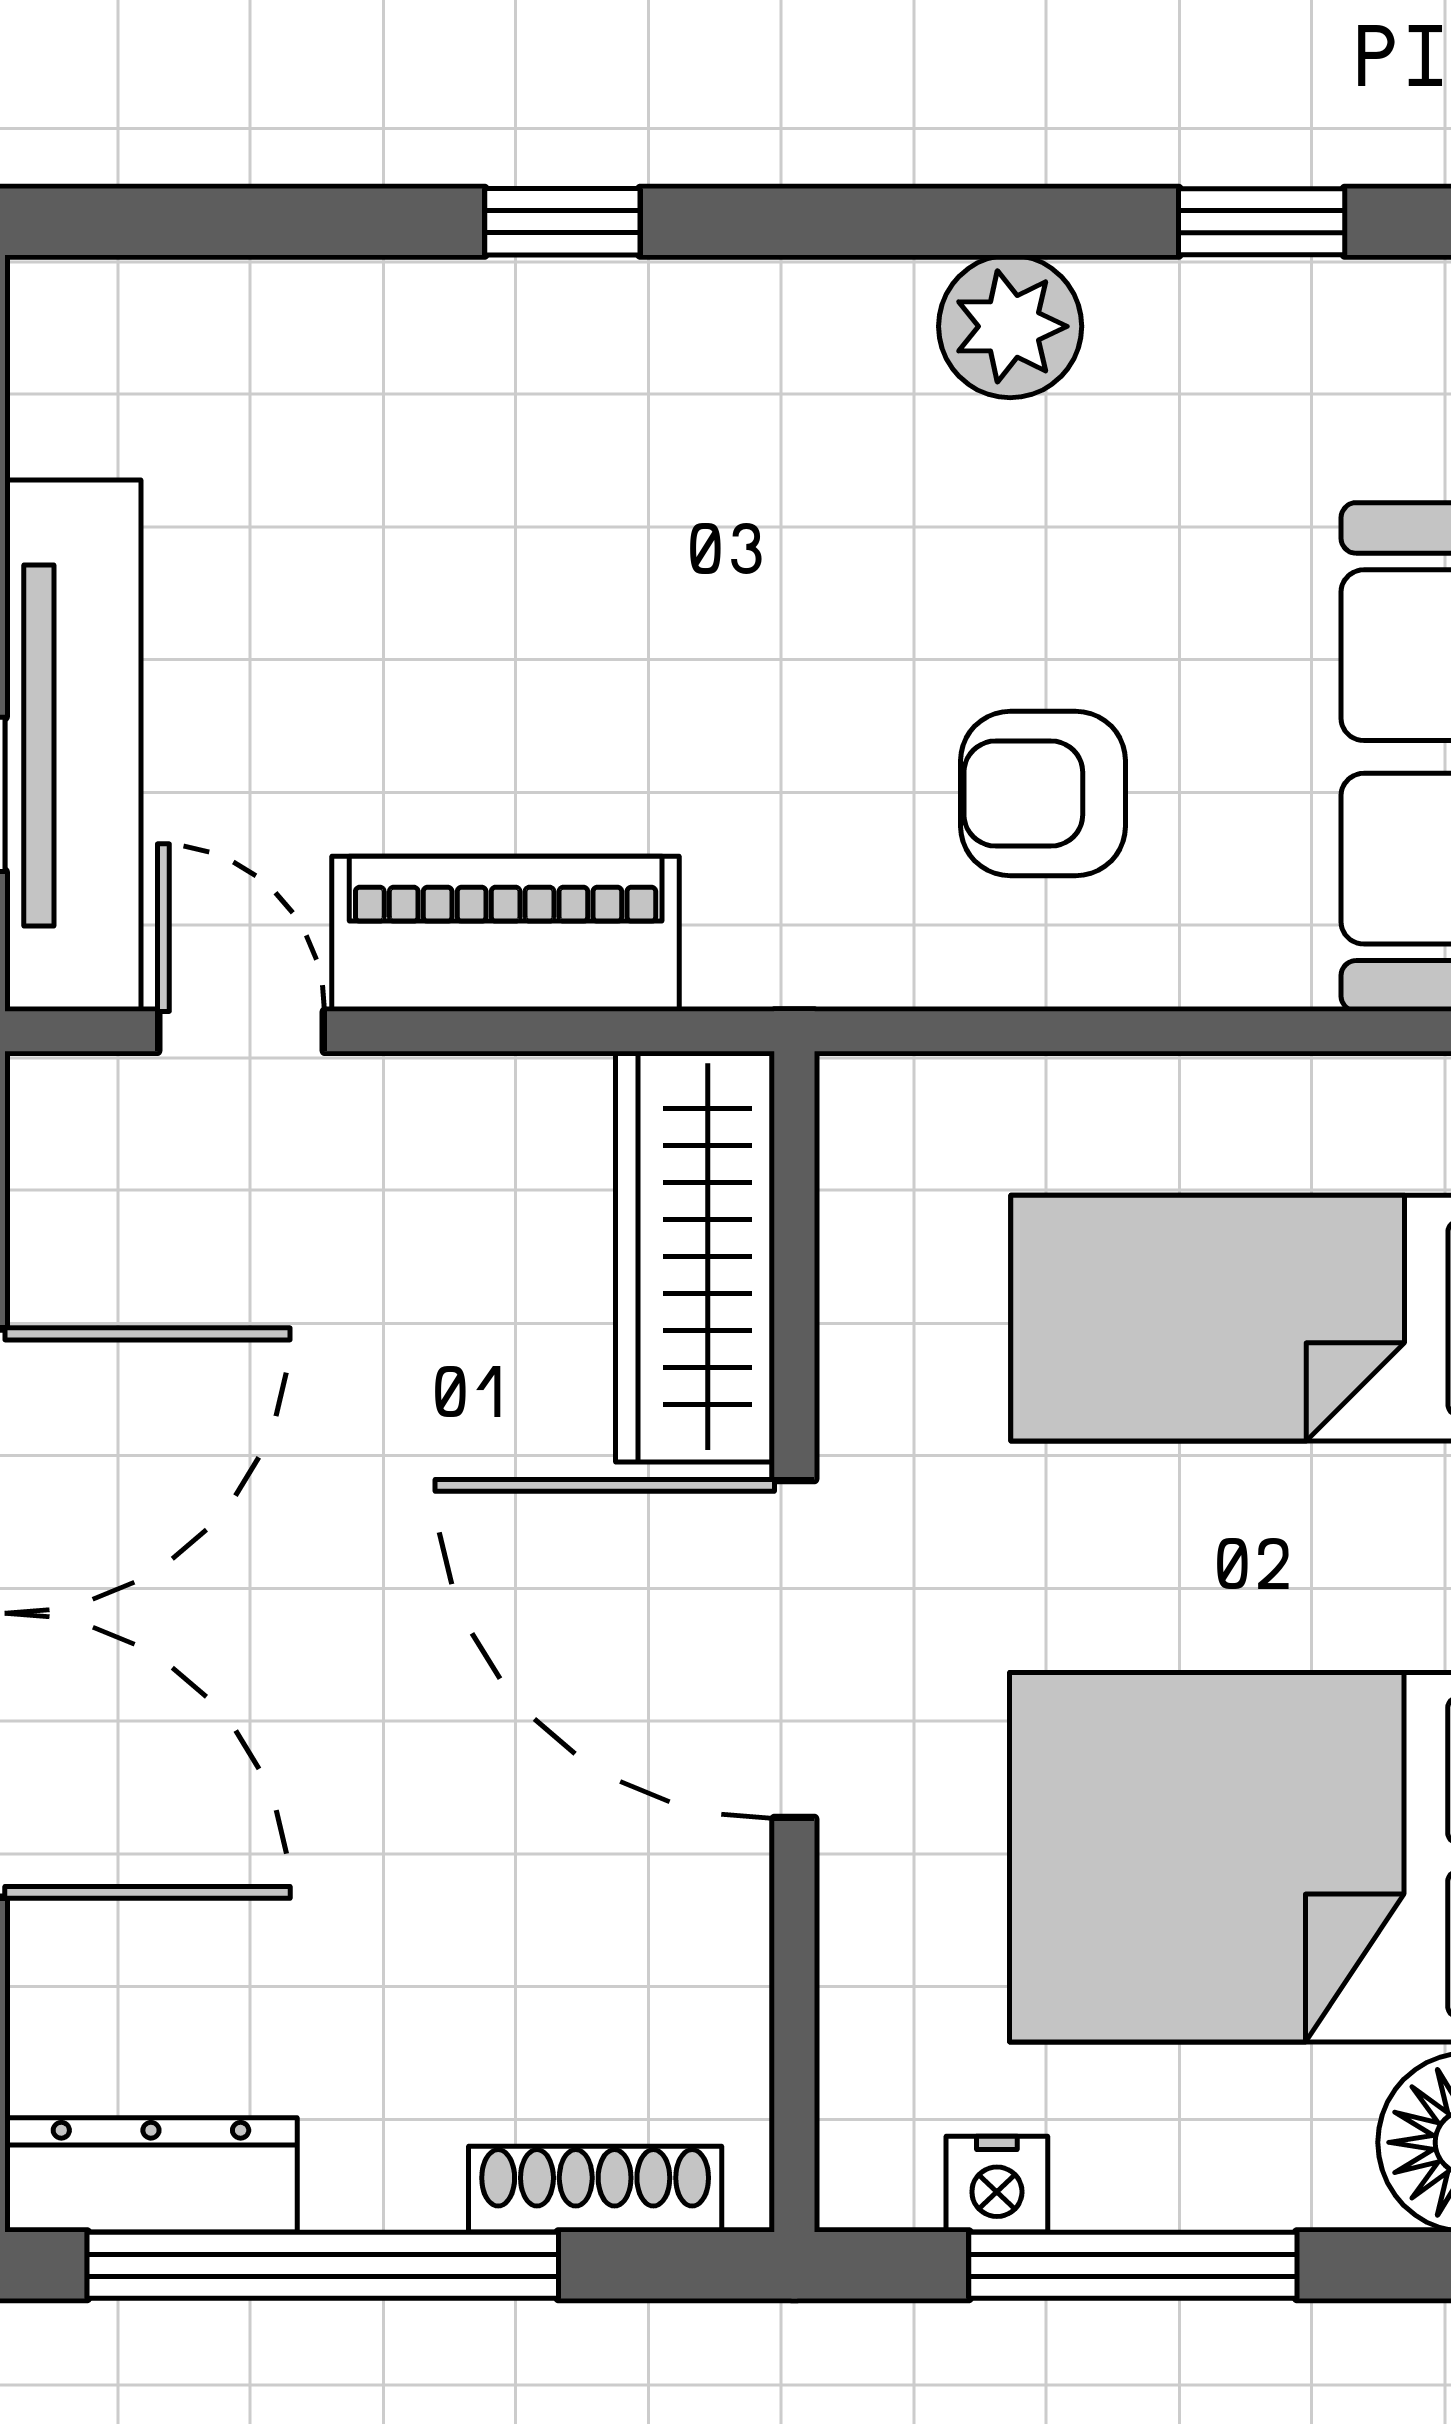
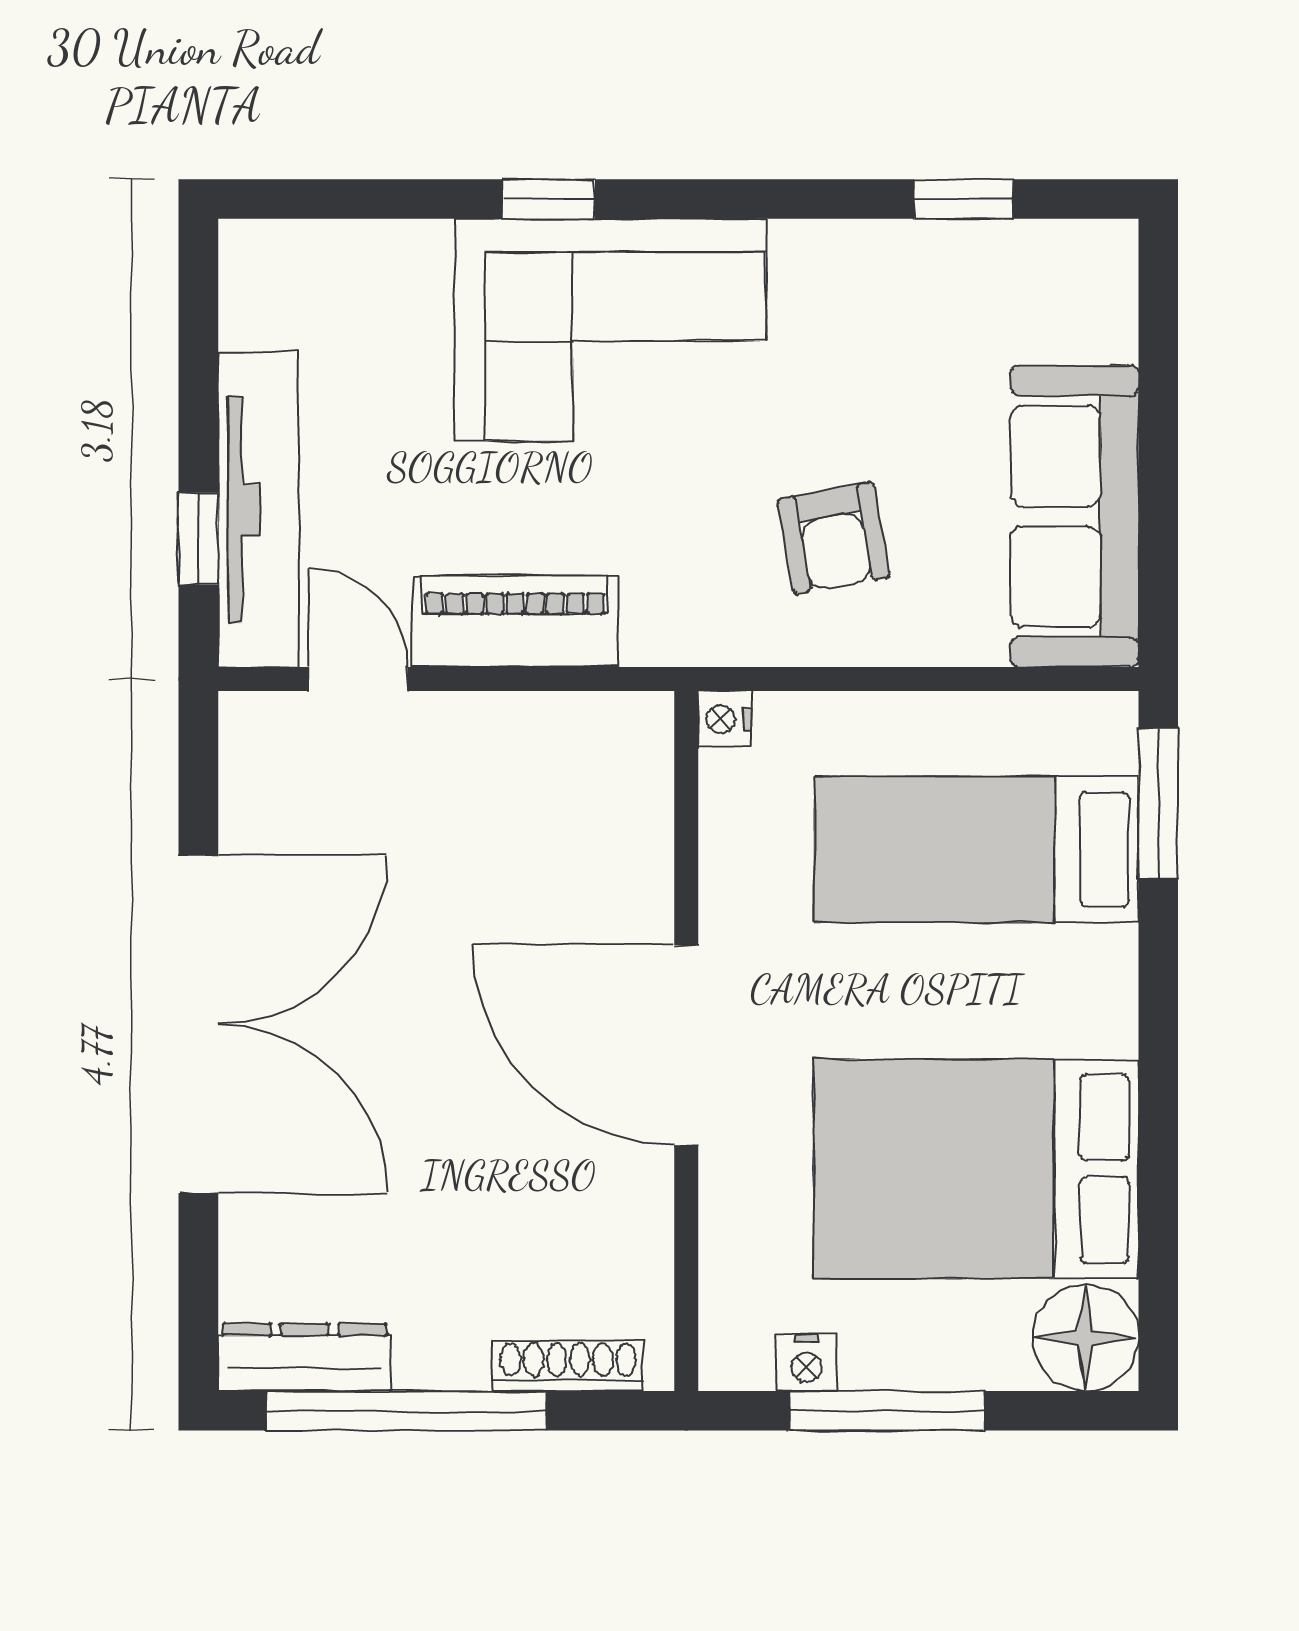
plant: (1010, 326) -> (814, 261), removed
corner sofa: (666, 442) -> (610, 330), added
armchair: (1043, 794) -> (834, 538), turned -100
nightstand: (859, 1099) -> (725, 719), added
wardrobe: (695, 1257) -> (627, 813), removed

